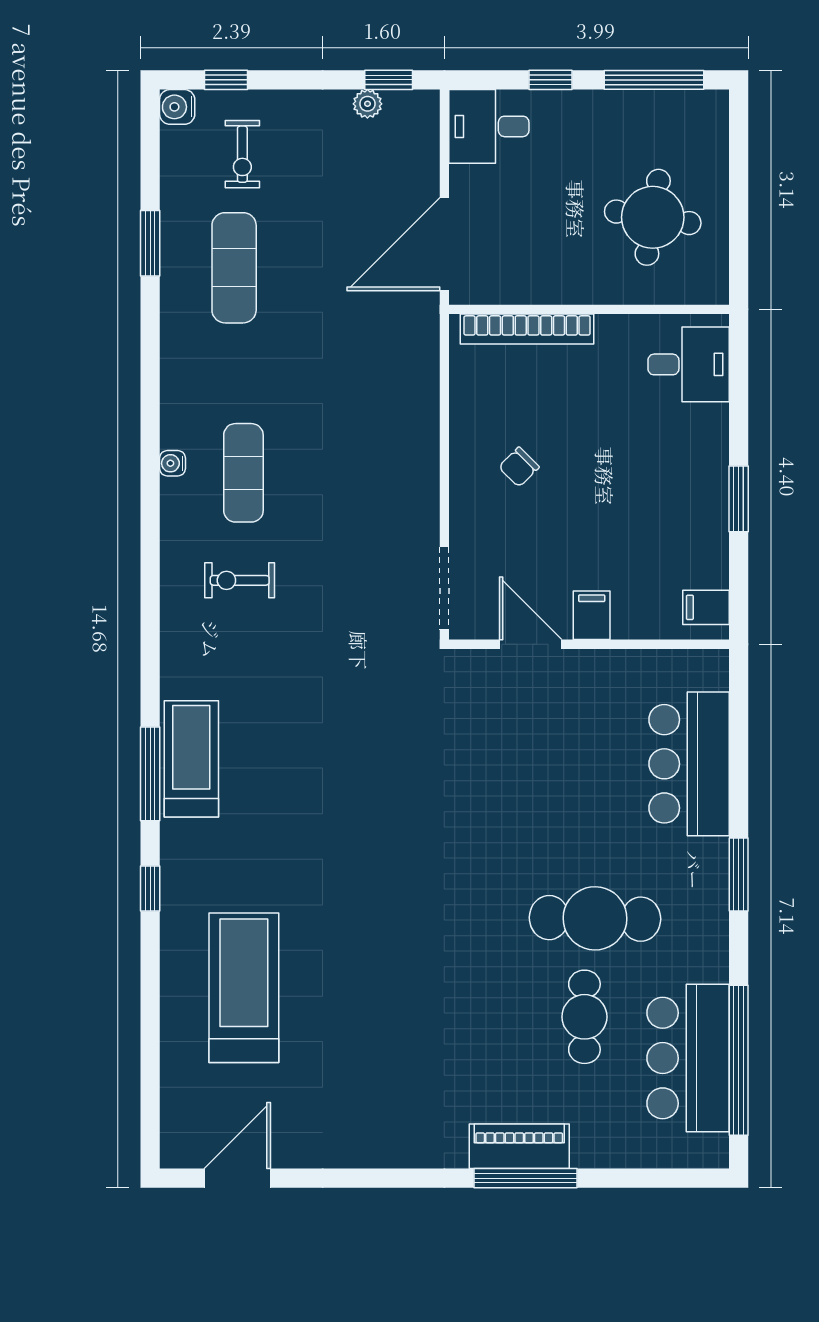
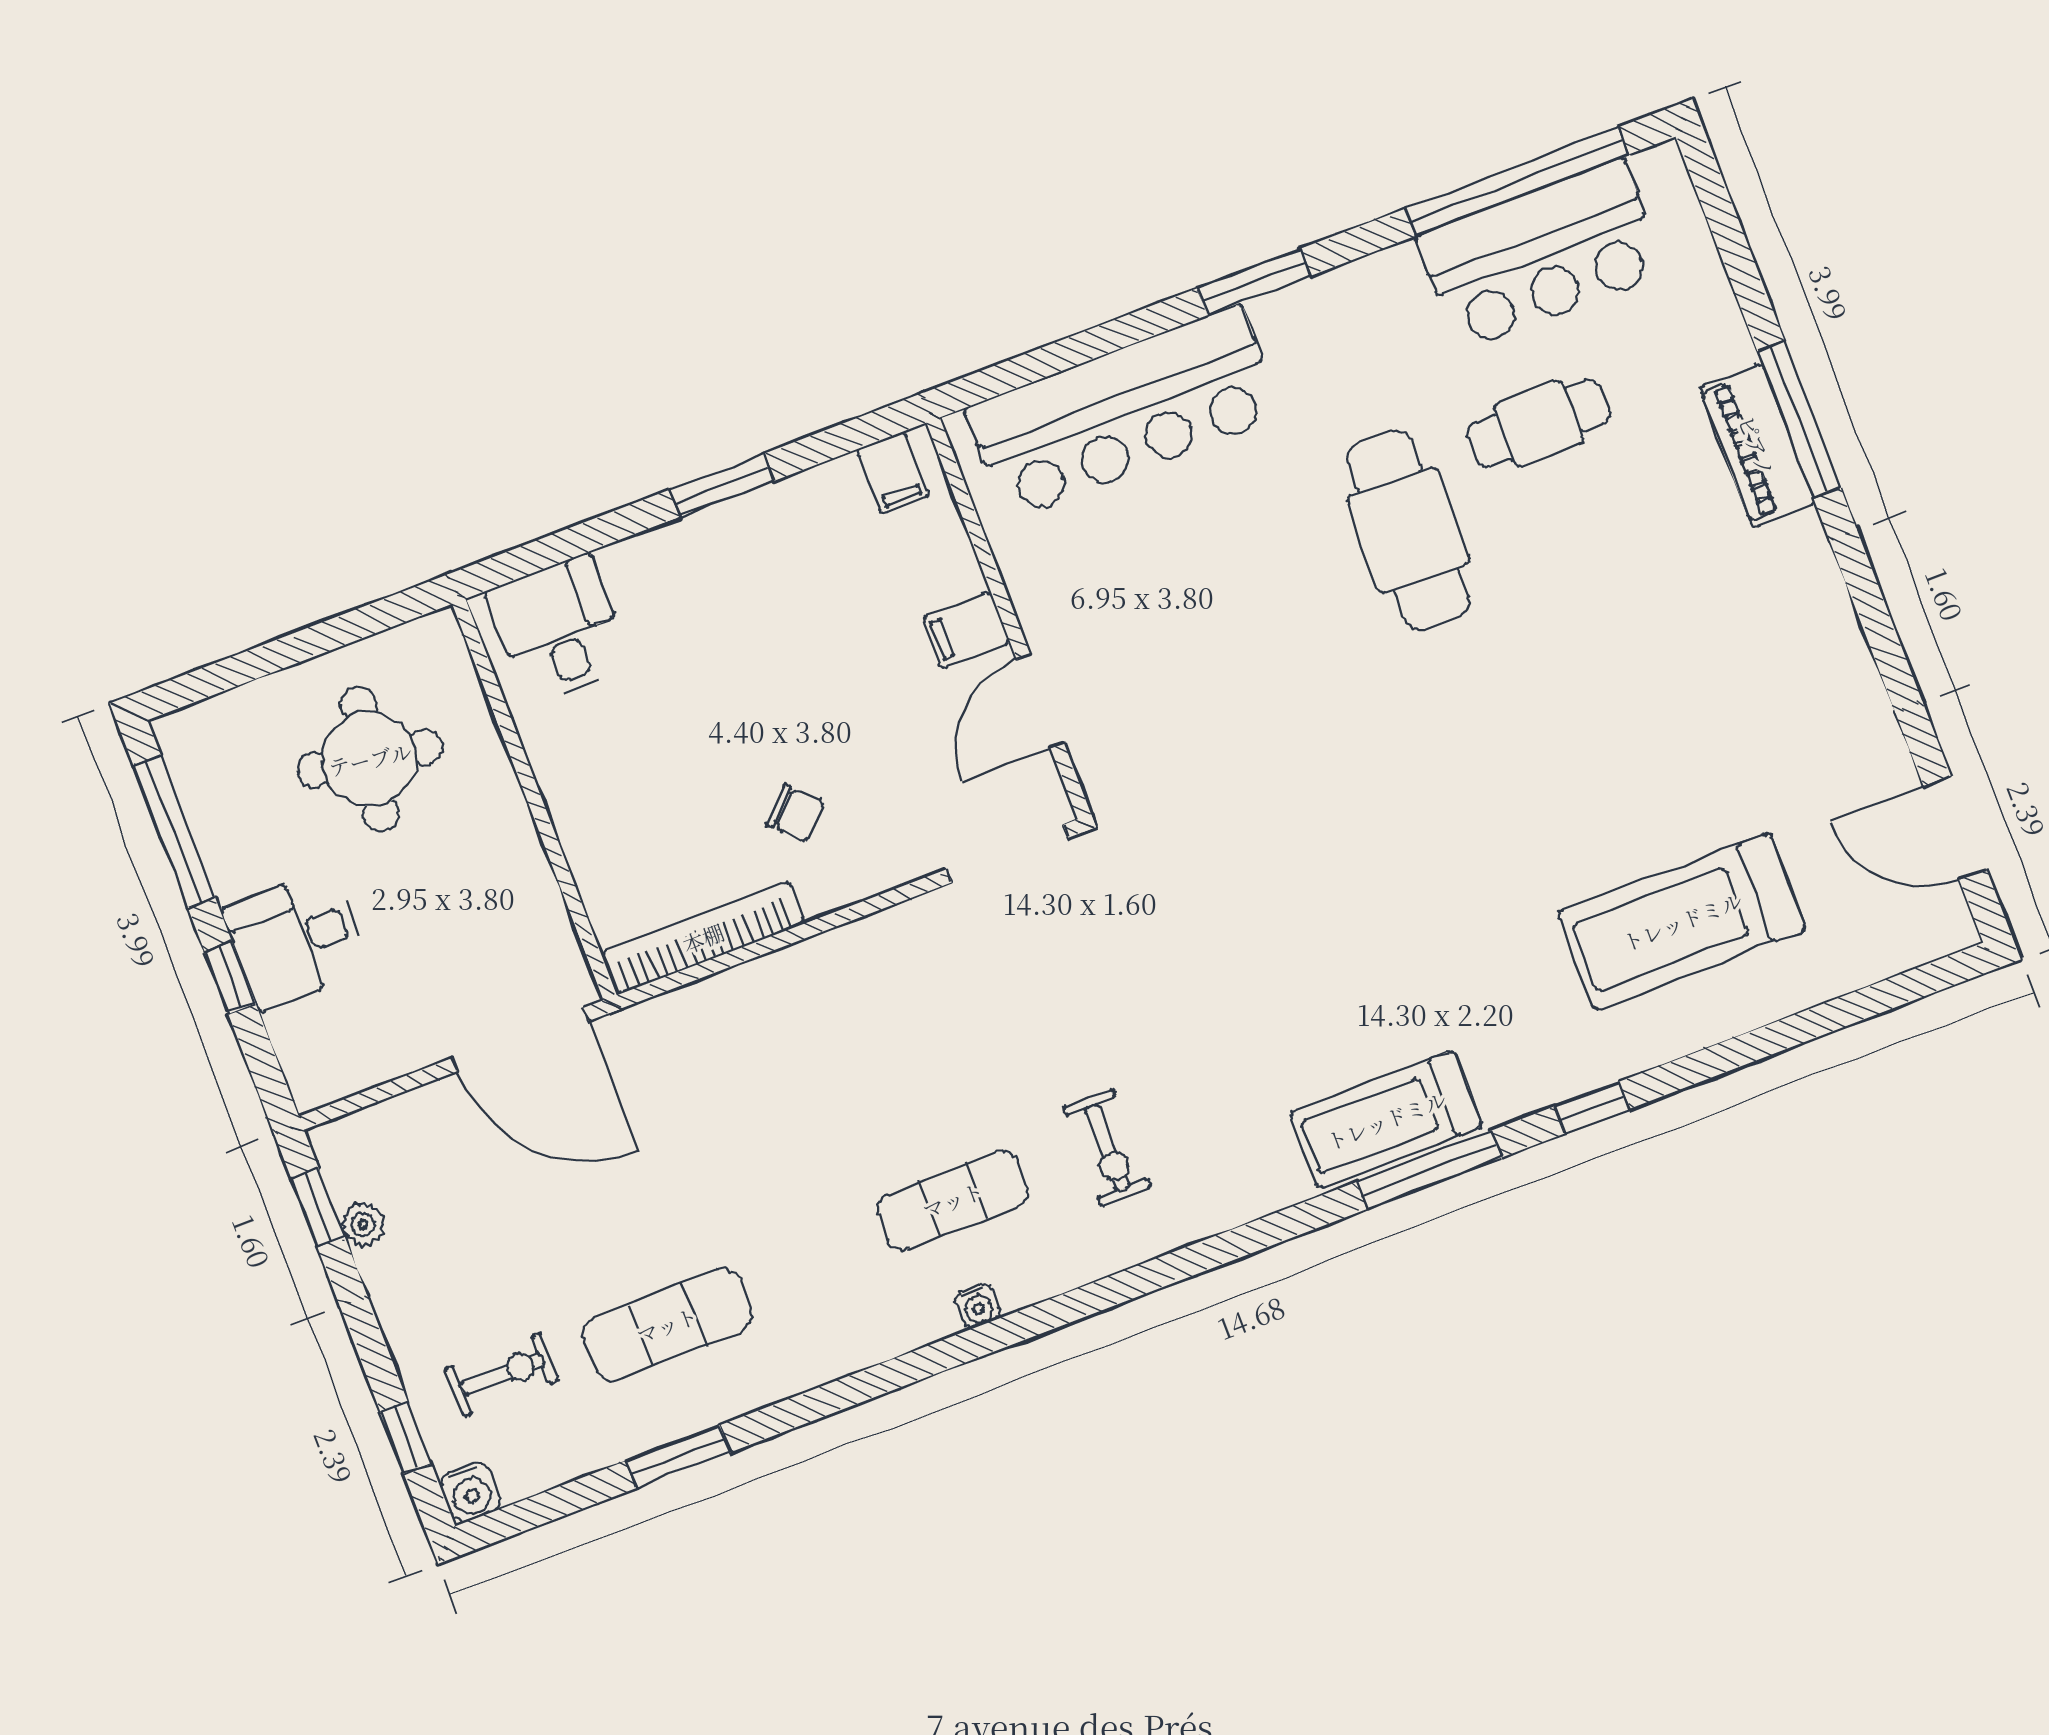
desk: (489, 126) -> (296, 940), moved, turned 90
bookcase: (527, 329) -> (703, 938), moved, turned -90
bar counter: (689, 764) -> (1124, 412), width x1.36
cafe table: (595, 918) -> (1408, 530), moved

